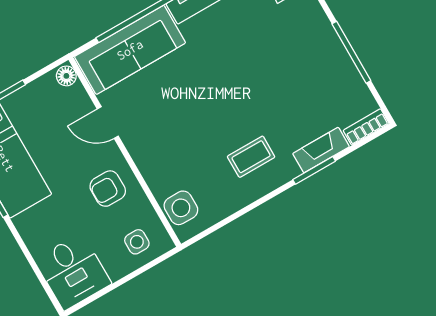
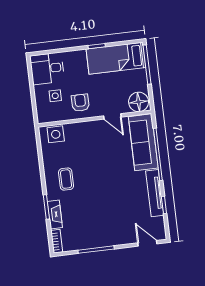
floor lamp: (66, 76) -> (139, 102), width x1.89, depth x1.89
door: (108, 123) -> (112, 116), swing flipped
side table: (137, 242) -> (55, 96), moved

